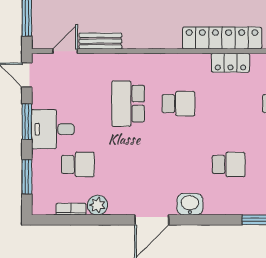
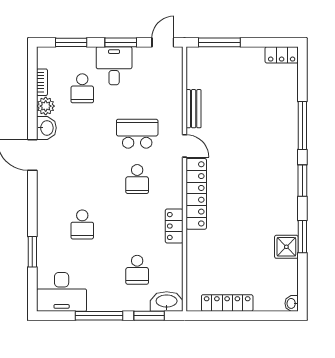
locker: (222, 38) -> (196, 194), moved
door: (65, 51) -> (185, 146), moved
washbasin: (190, 204) -> (46, 128), moved

